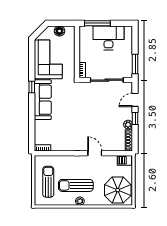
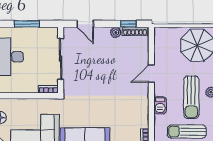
window: (135, 64) -> (27, 24), moved
window: (135, 118) -> (128, 24), moved
barbecue: (124, 160) -> (160, 105), moved

